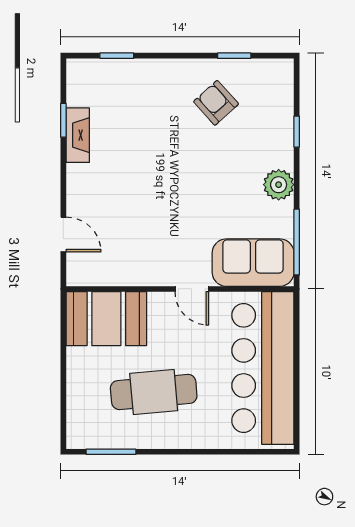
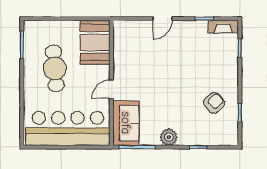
fireplace: (78, 135) -> (223, 27), moved
door: (63, 235) -> (163, 19), moved

